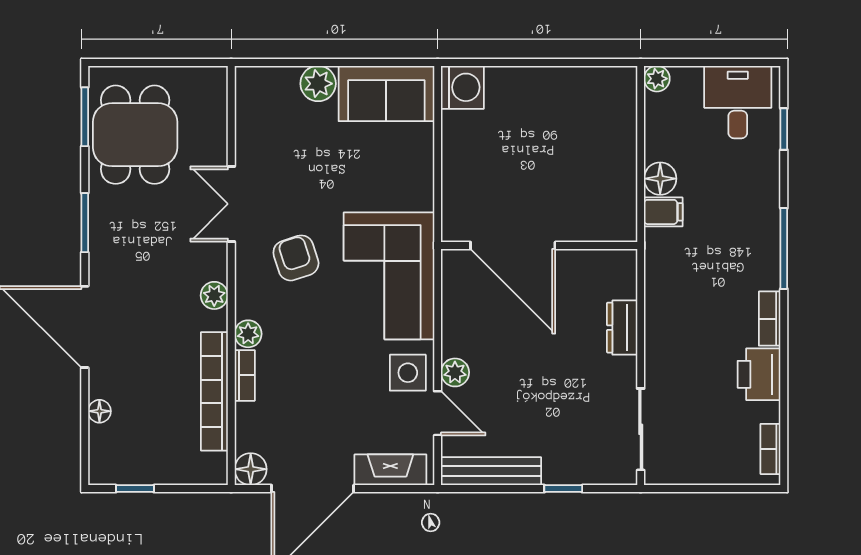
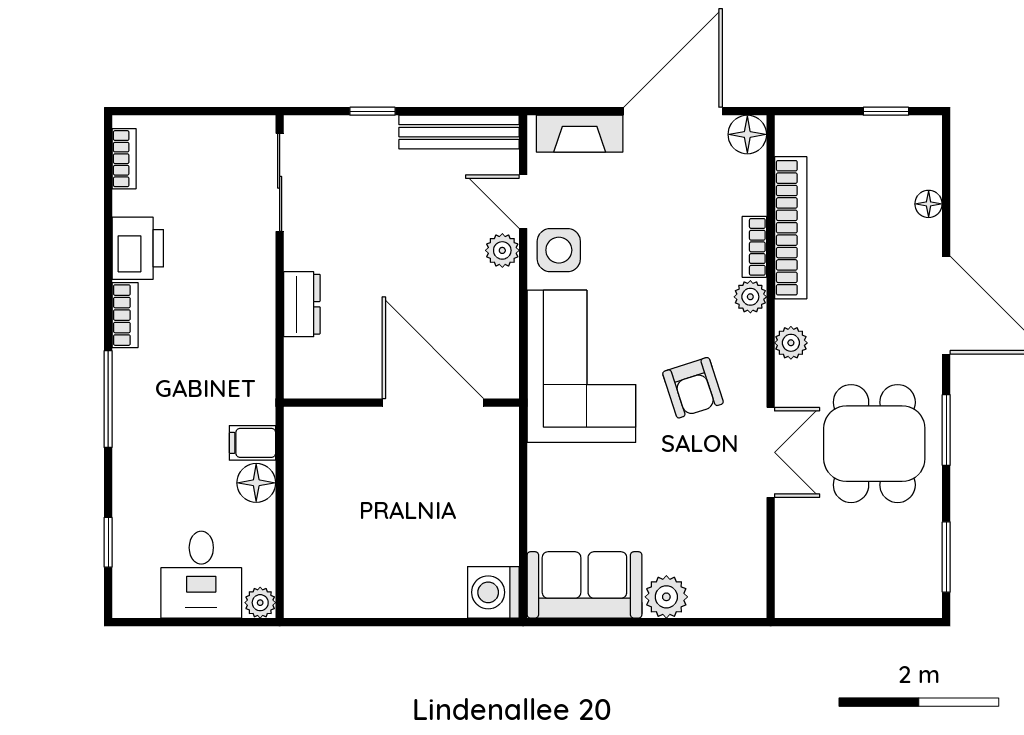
desk: (738, 102) -> (201, 575), moved
dining table: (135, 135) -> (874, 444), moved

